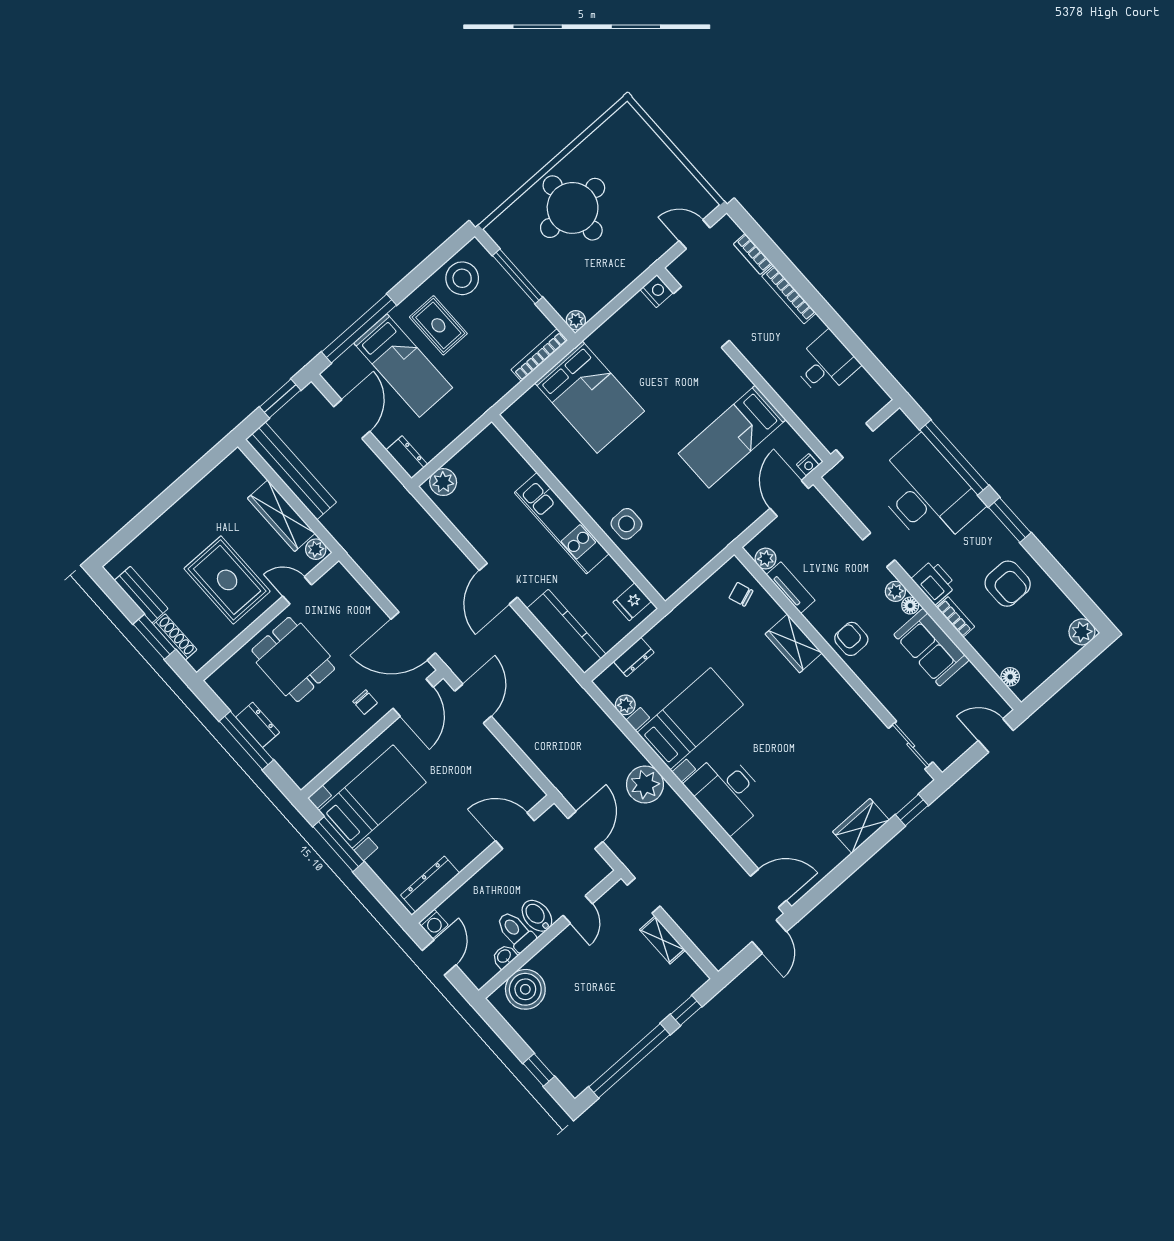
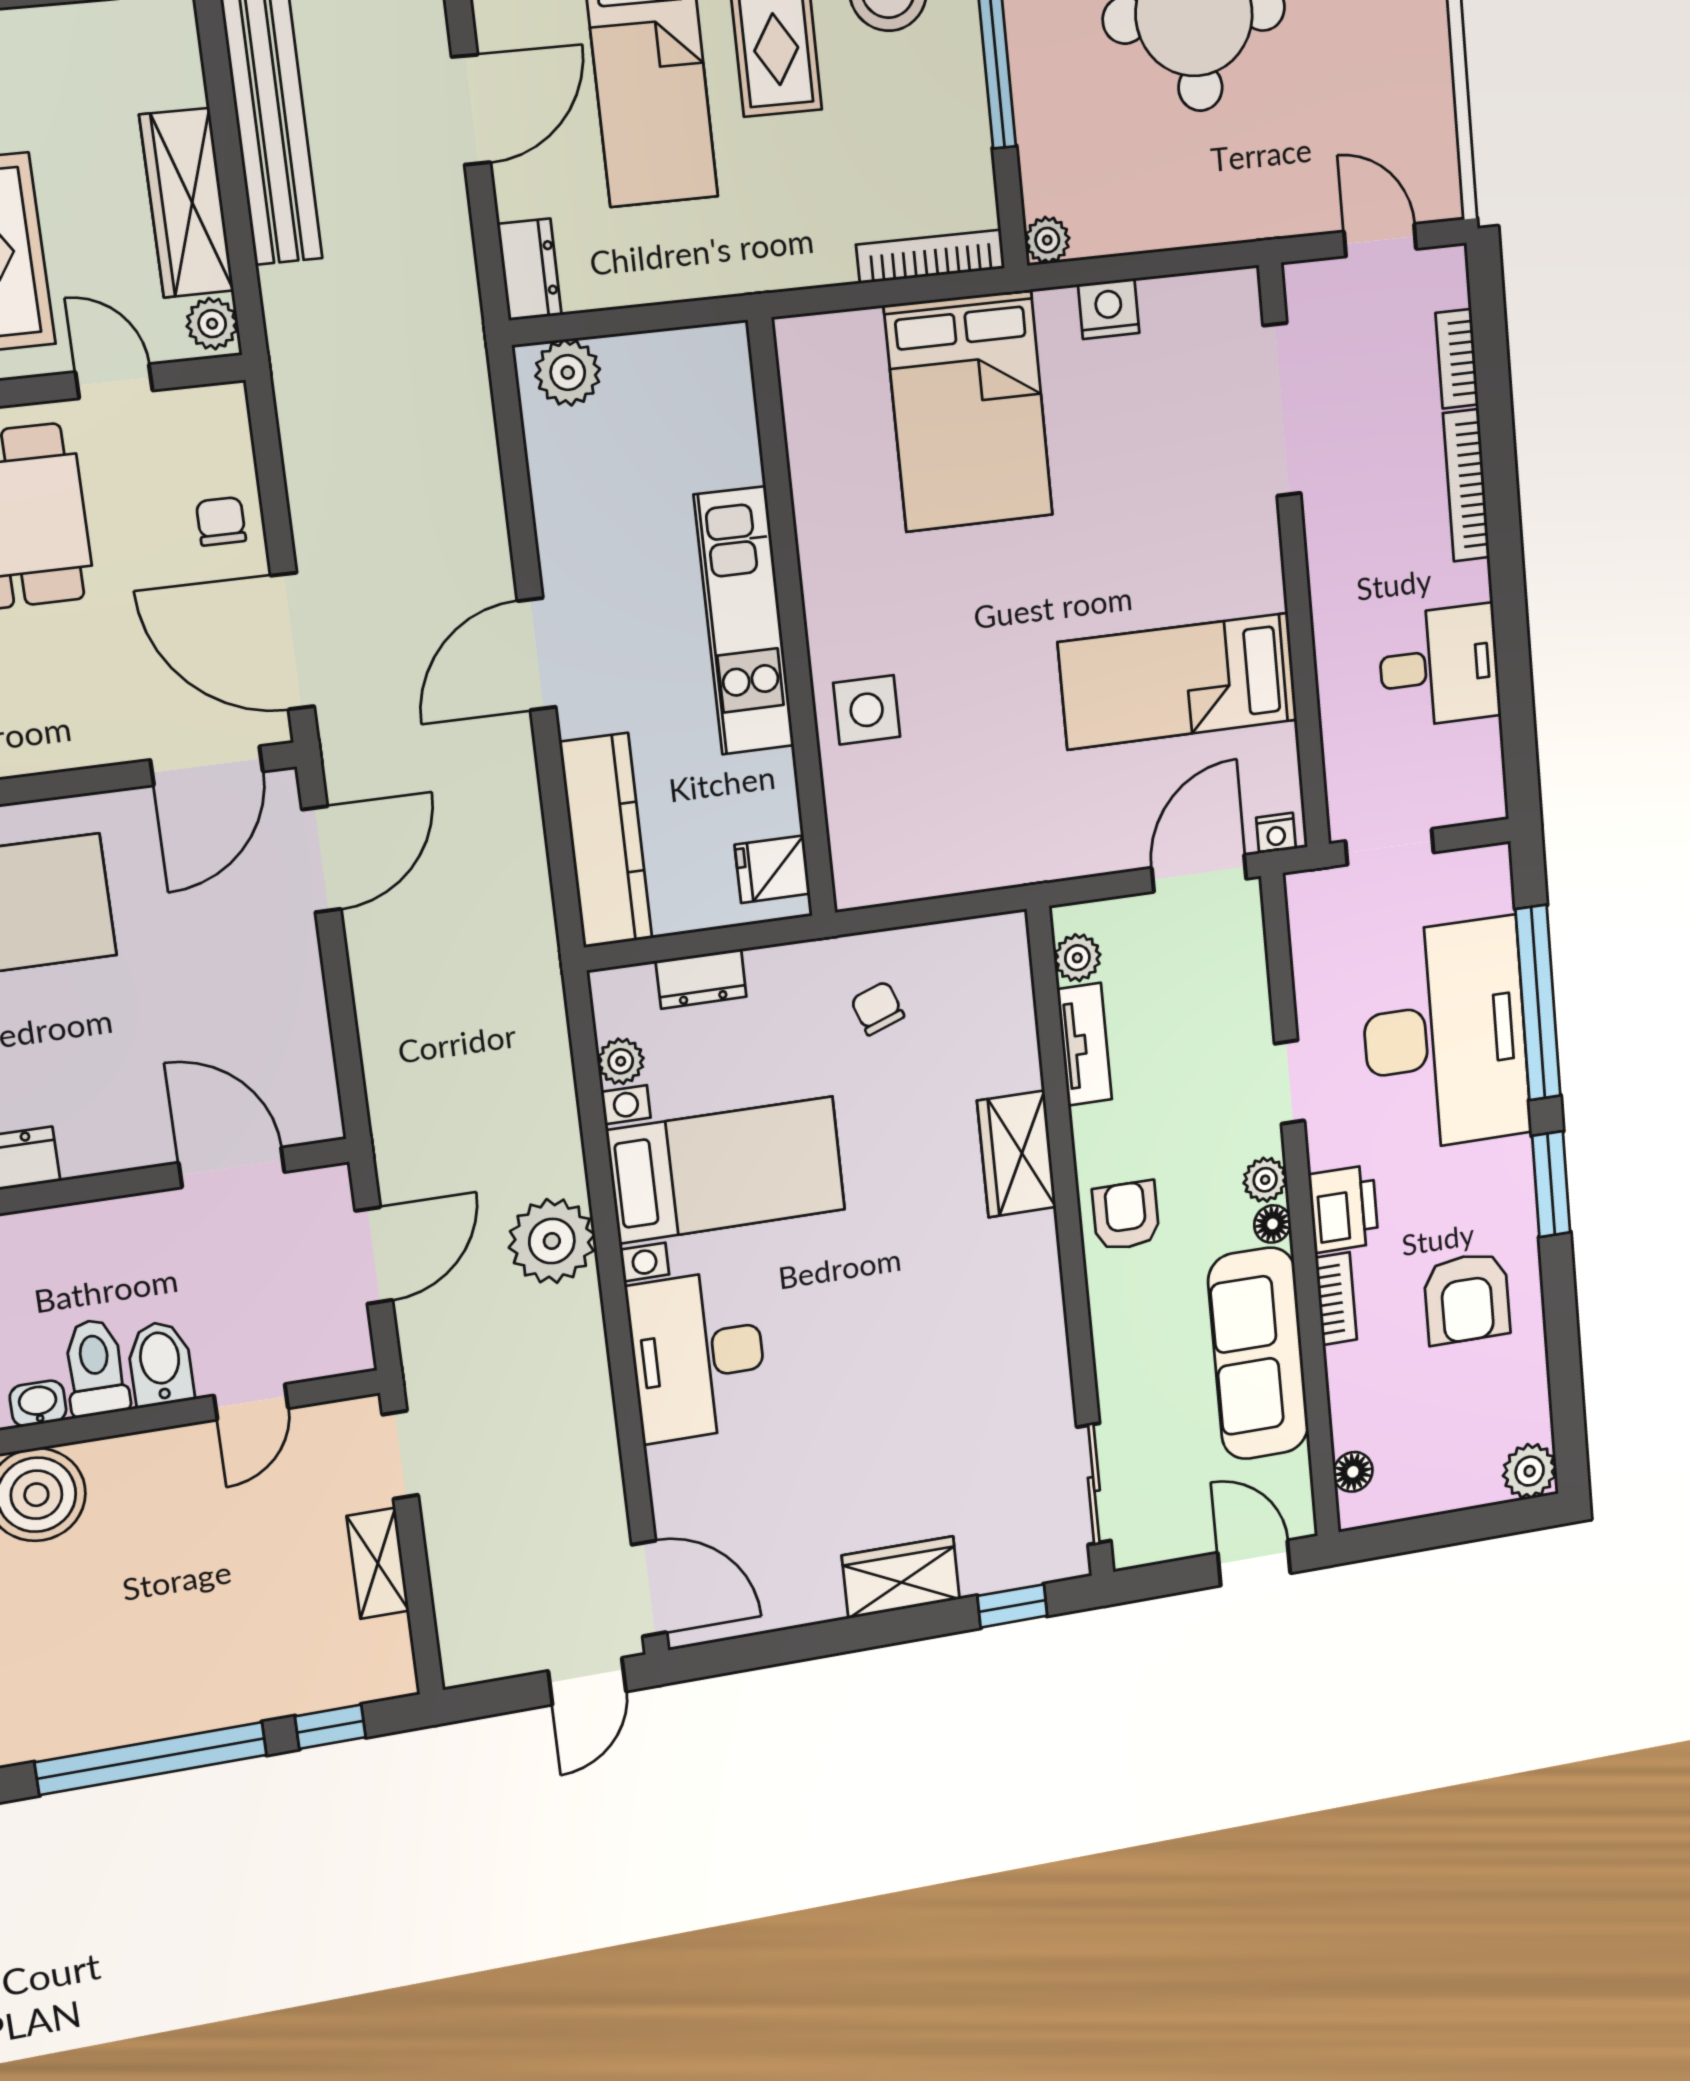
nightstand: (657, 291) -> (1109, 309), moved, turned -90
chair: (741, 594) -> (878, 1008), moved
sofa: (931, 647) -> (1258, 1354), width x1.36
chair: (365, 702) -> (221, 521), moved, turned 180

